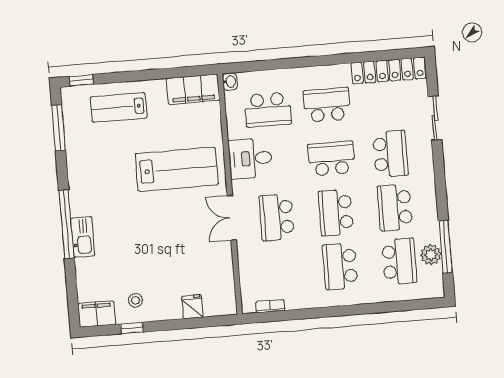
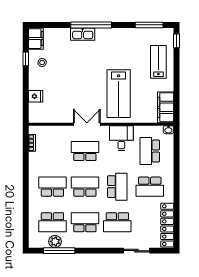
school desk: (327, 105) -> (150, 187), turned 90

